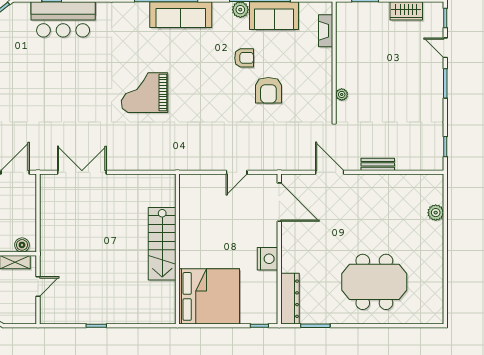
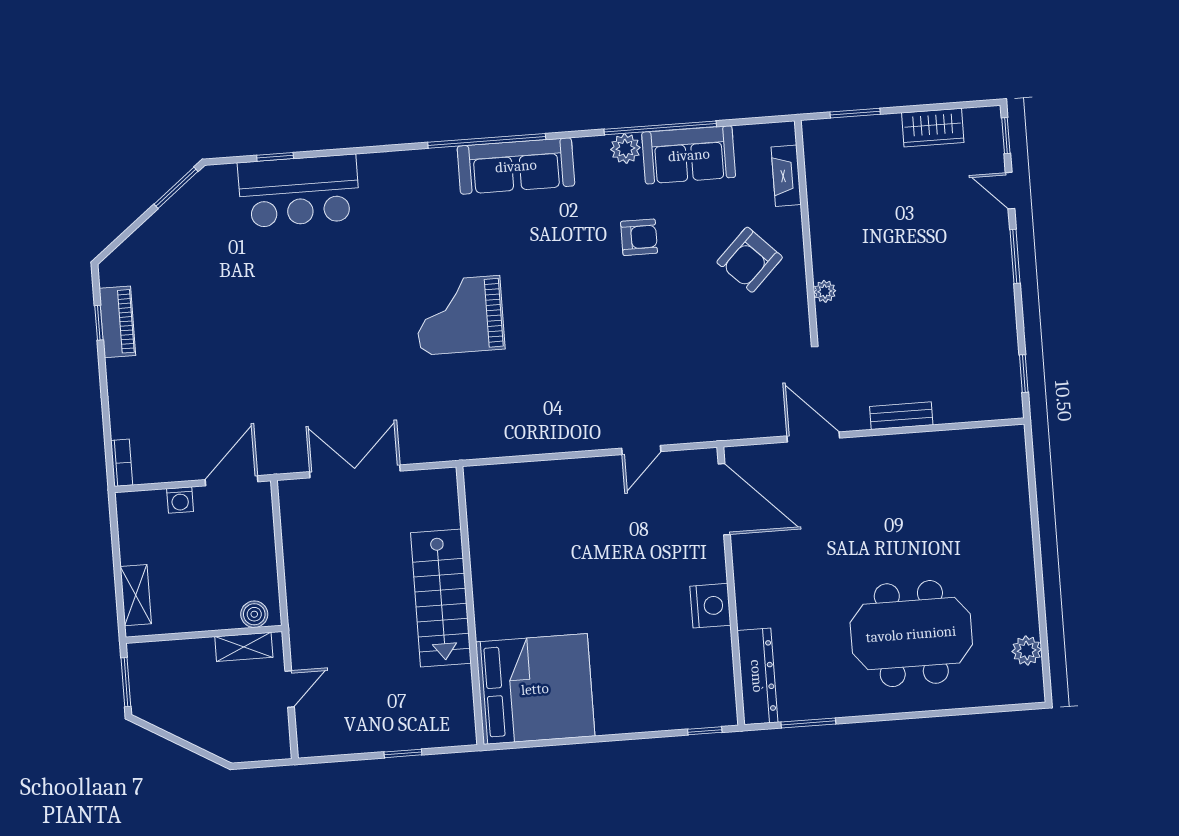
armchair: (268, 90) -> (750, 260), moved, turned 45
plant: (436, 213) -> (1027, 651), moved
stairs: (162, 244) -> (441, 598), moved
wall: (177, 249) -> (470, 606), moved
bed: (209, 296) -> (535, 689), moved

